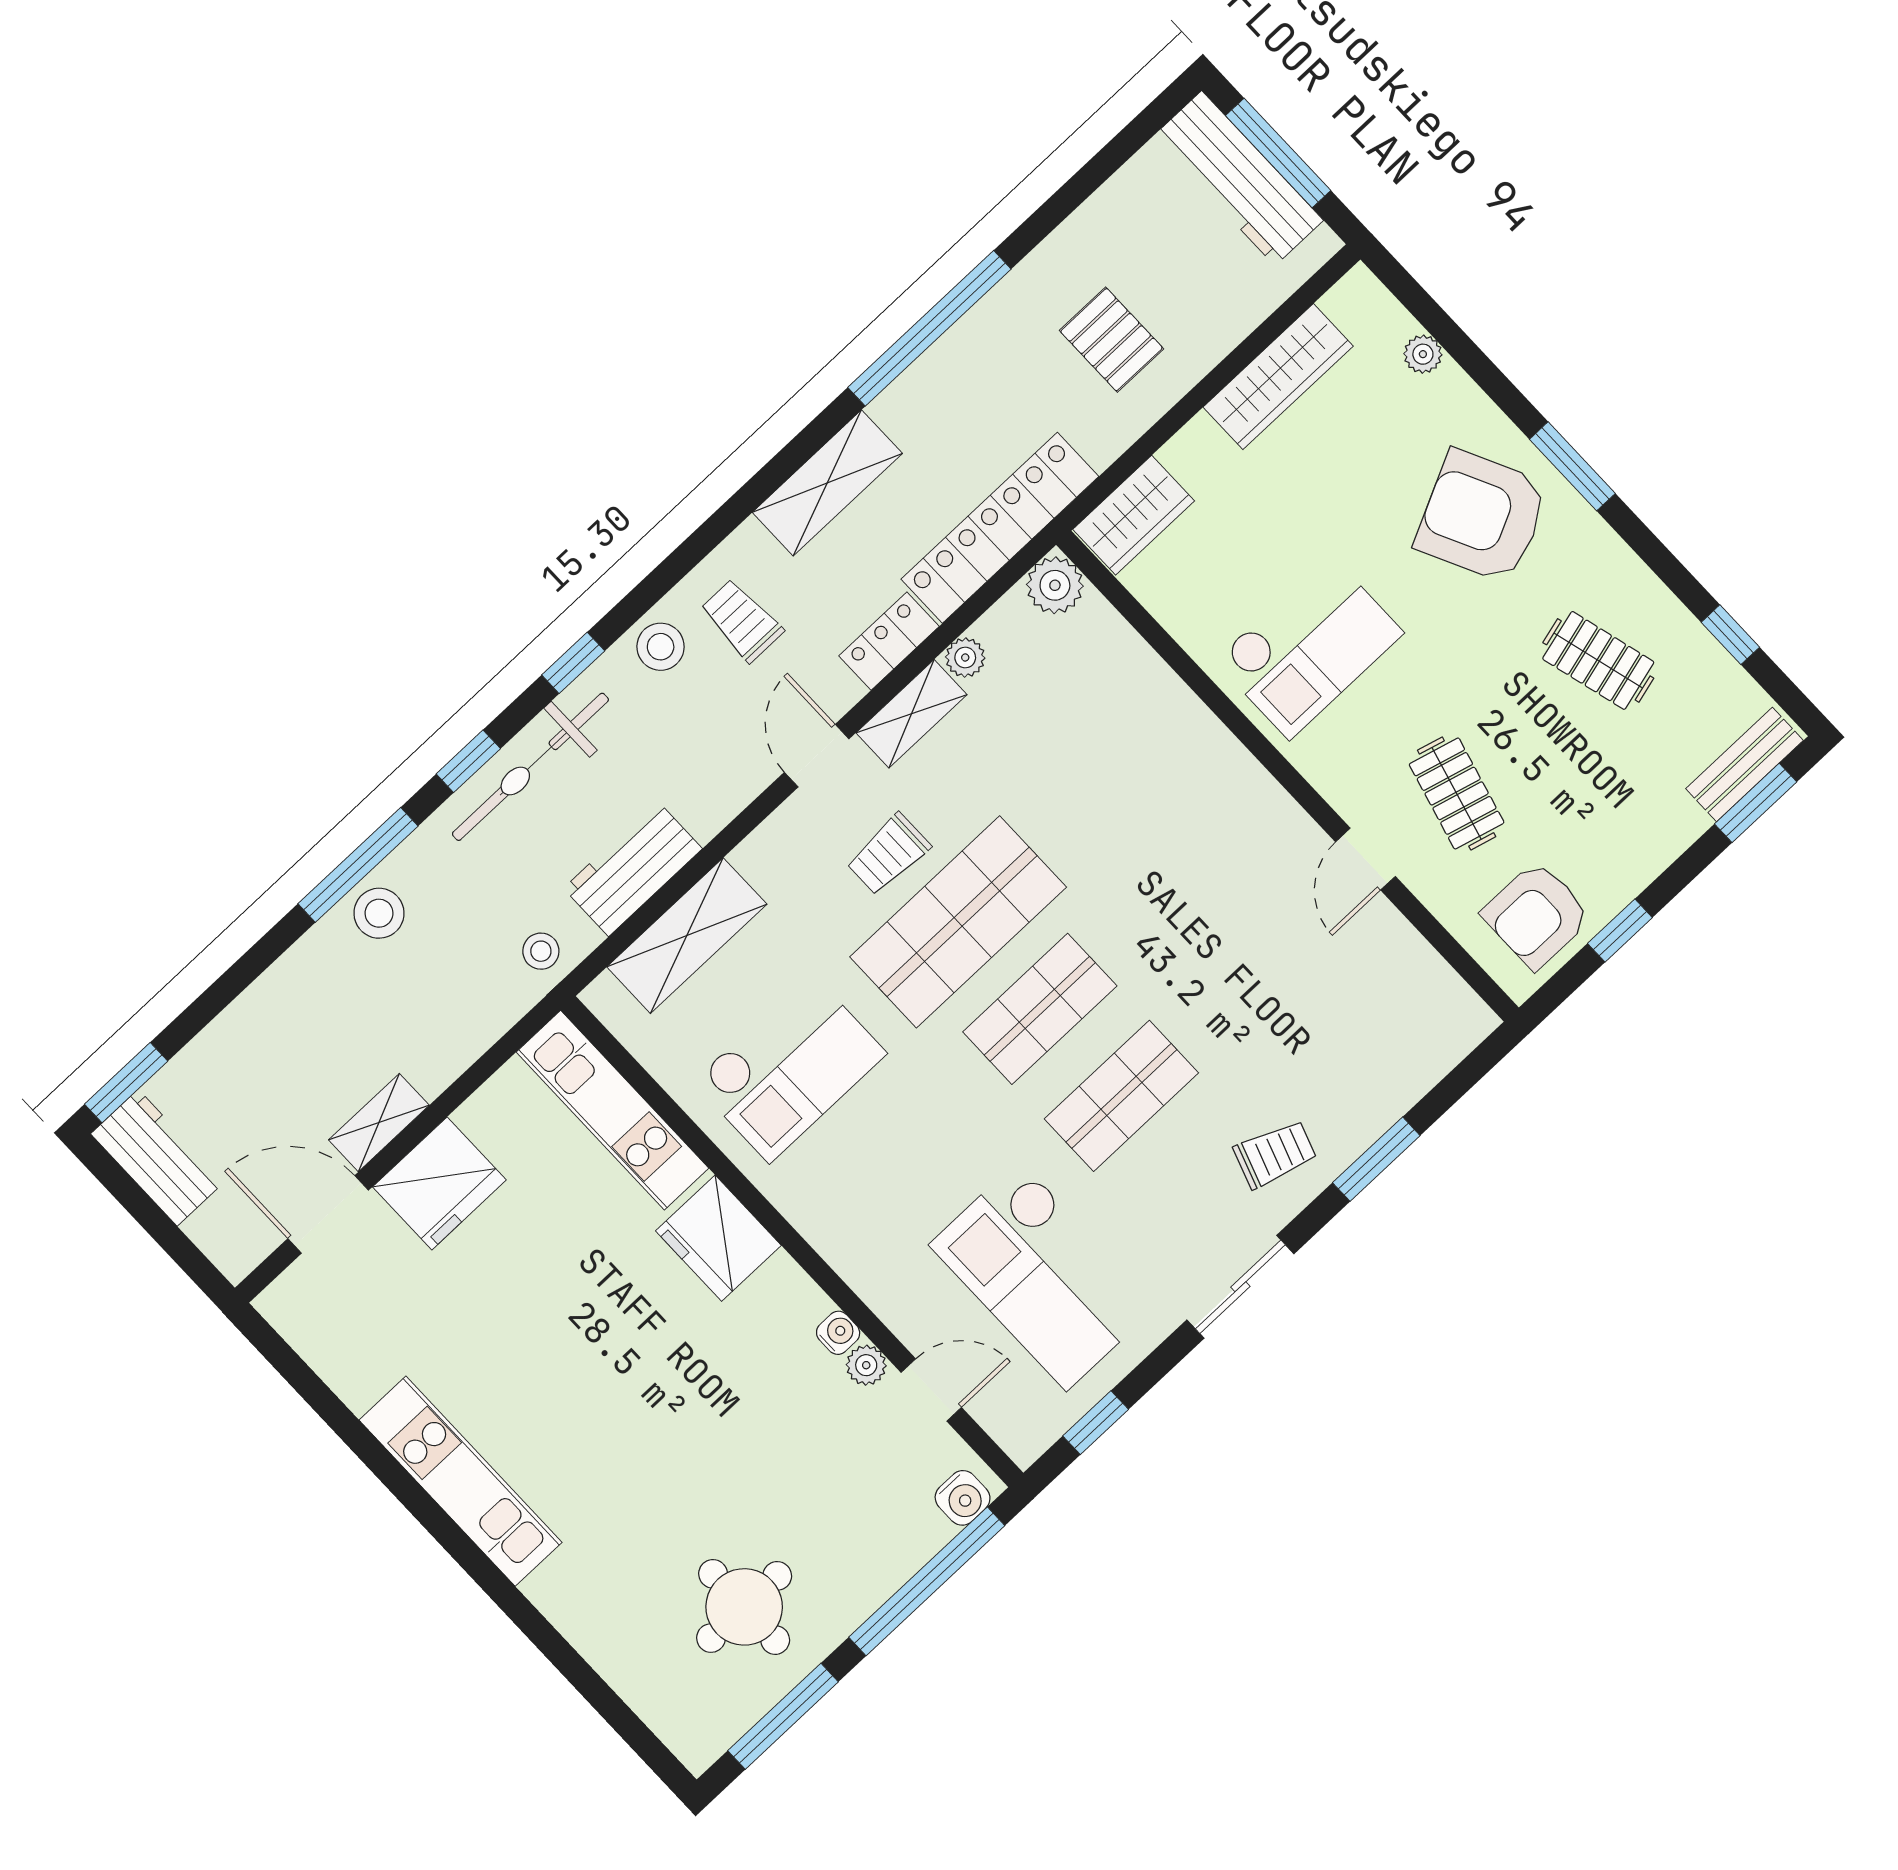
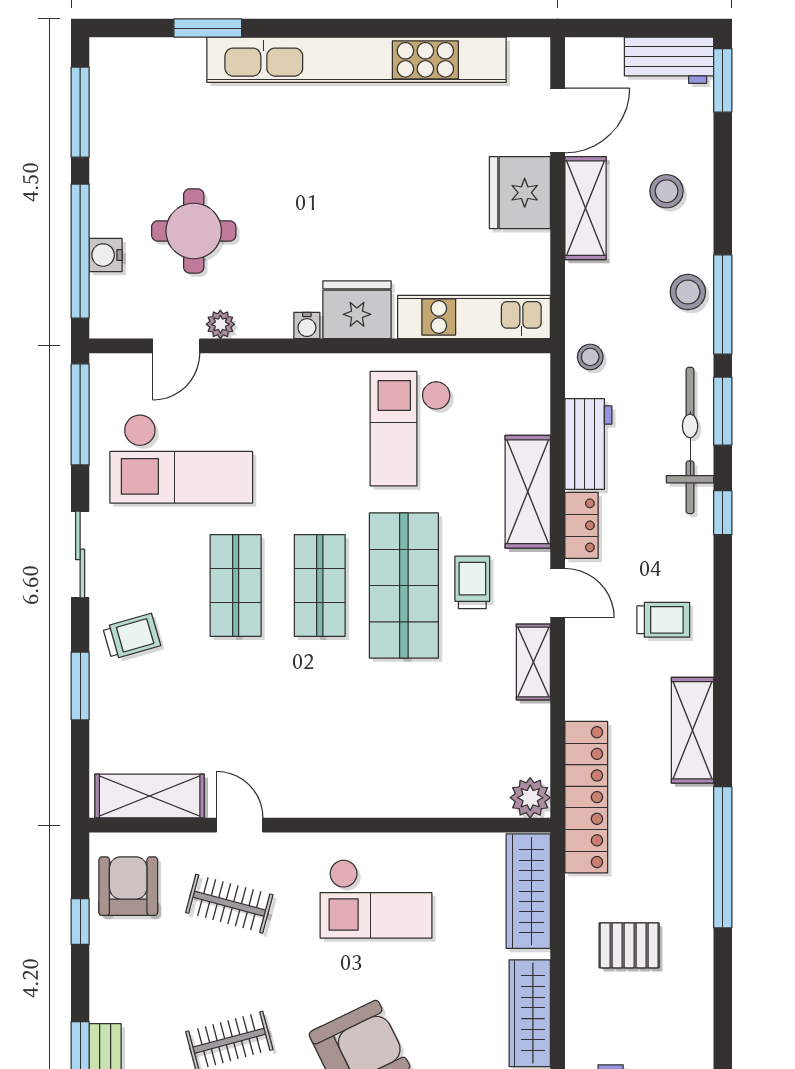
wardrobe: (1134, 515) -> (528, 891), width x1.50
locker: (889, 641) -> (582, 525), moved
stool: (661, 647) -> (667, 191), moved
checkout: (1309, 647) -> (376, 899), turned -90
plant: (965, 658) -> (536, 717), removed
window: (468, 761) -> (723, 411), width x1.50
shelving: (687, 936) -> (528, 492), moved
shelving: (1423, 980) -> (150, 796), added
shelving: (379, 1123) -> (585, 208), width x1.50, depth x1.33
trolley: (1275, 1154) -> (132, 636), turned -125
checkout: (1043, 1275) -> (181, 459), turned 180
water cooler: (838, 1333) -> (307, 325), moved
window: (1096, 1423) -> (80, 414), width x2.17
kitchen unit: (461, 1481) -> (357, 60), width x1.86
water cooler: (963, 1498) -> (106, 255), moved
round table: (744, 1607) -> (194, 231), moved
window: (572, 1666) -> (208, 28), added

